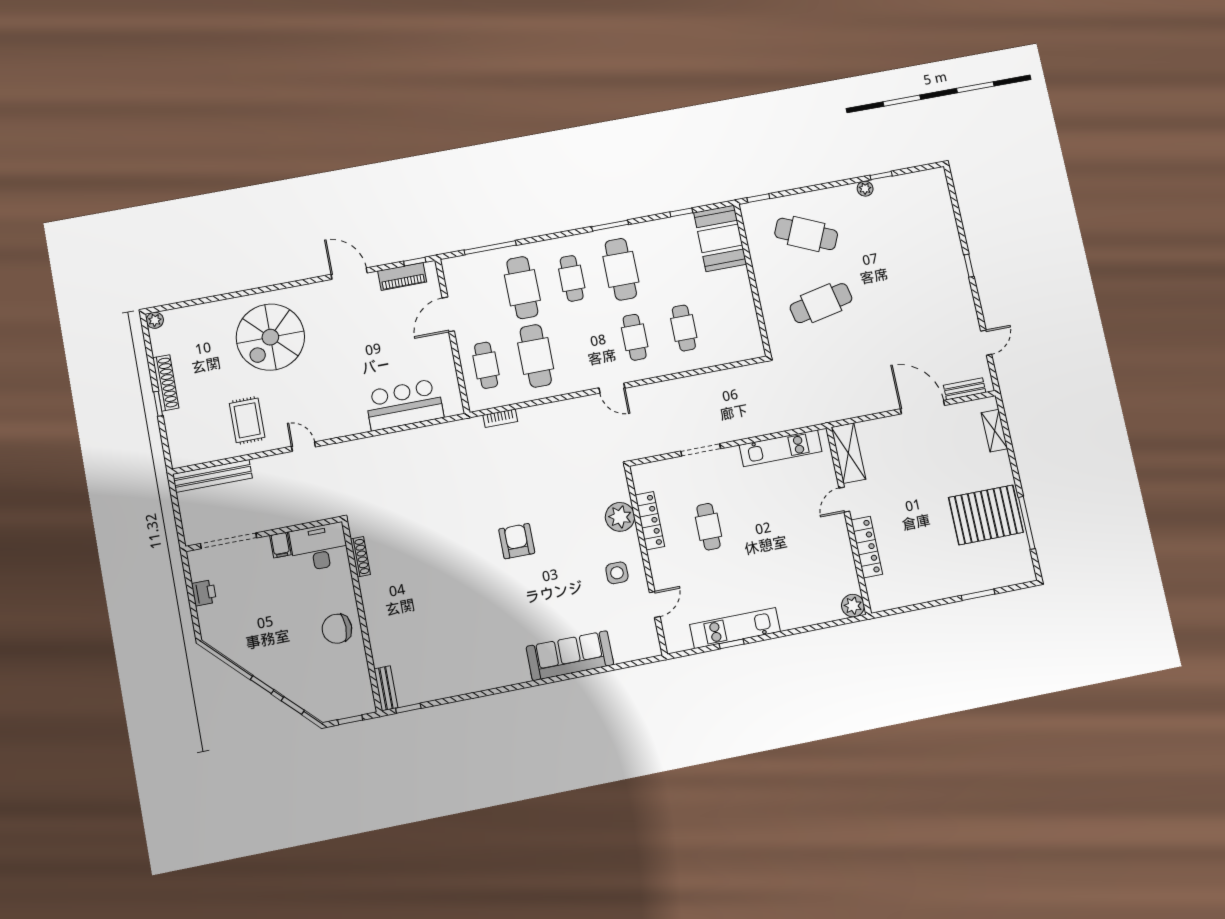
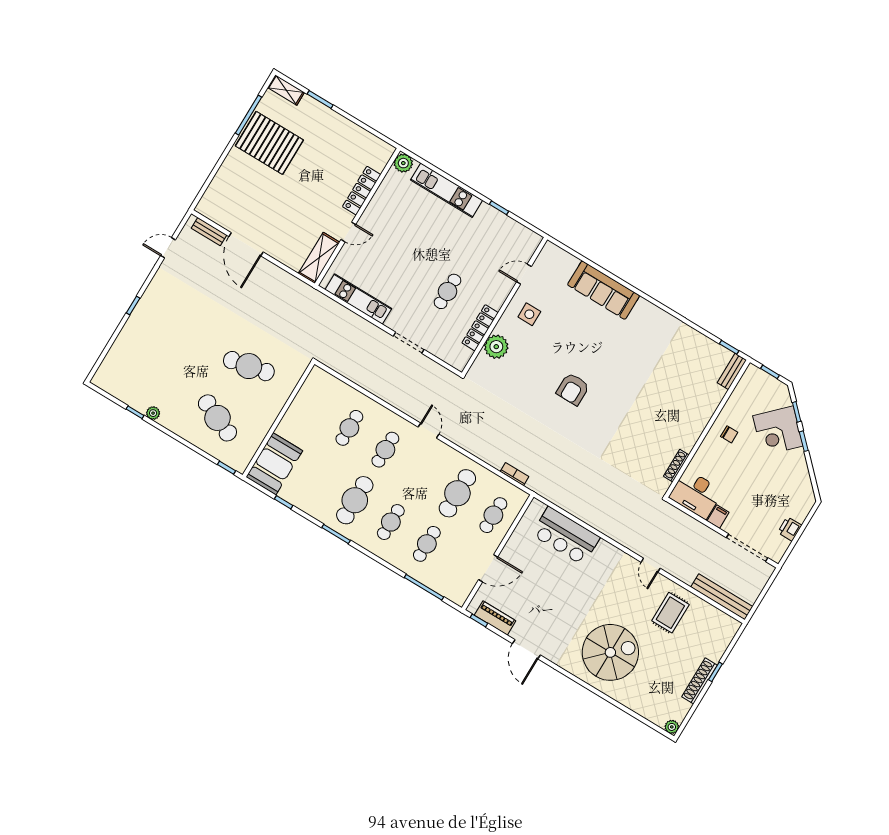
cafe table: (522, 288) -> (427, 544), width x0.73, depth x0.74
shelving: (994, 431) -> (286, 90), moved, turned 90
kitchen unit: (735, 628) -> (447, 190), moved
chair: (337, 629) -> (729, 434), width x0.54, depth x0.54
corner desk: (295, 672) -> (778, 431), added

